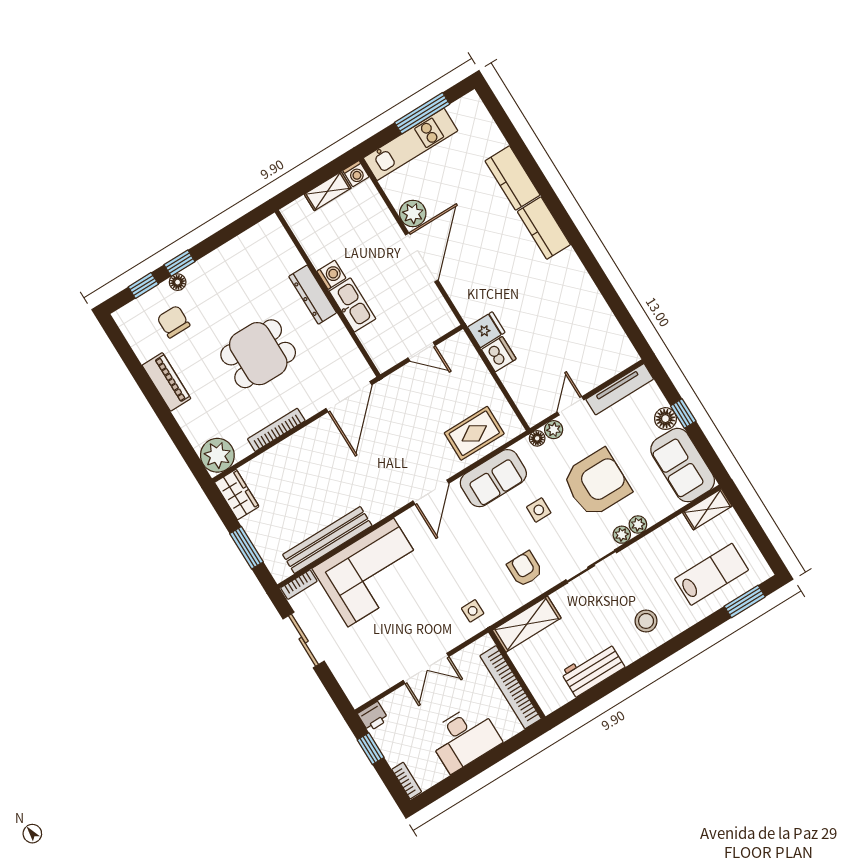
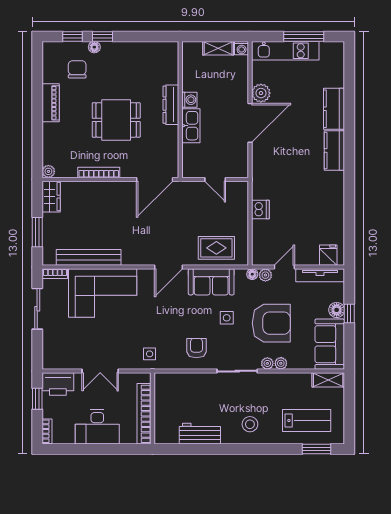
fridge: (486, 330) -> (328, 255), moved, turned -90
plant: (217, 455) -> (48, 171), width x0.53, depth x0.53
shelving: (527, 624) -> (177, 382), removed
printer: (373, 717) -> (58, 384), width x1.87, depth x1.48

